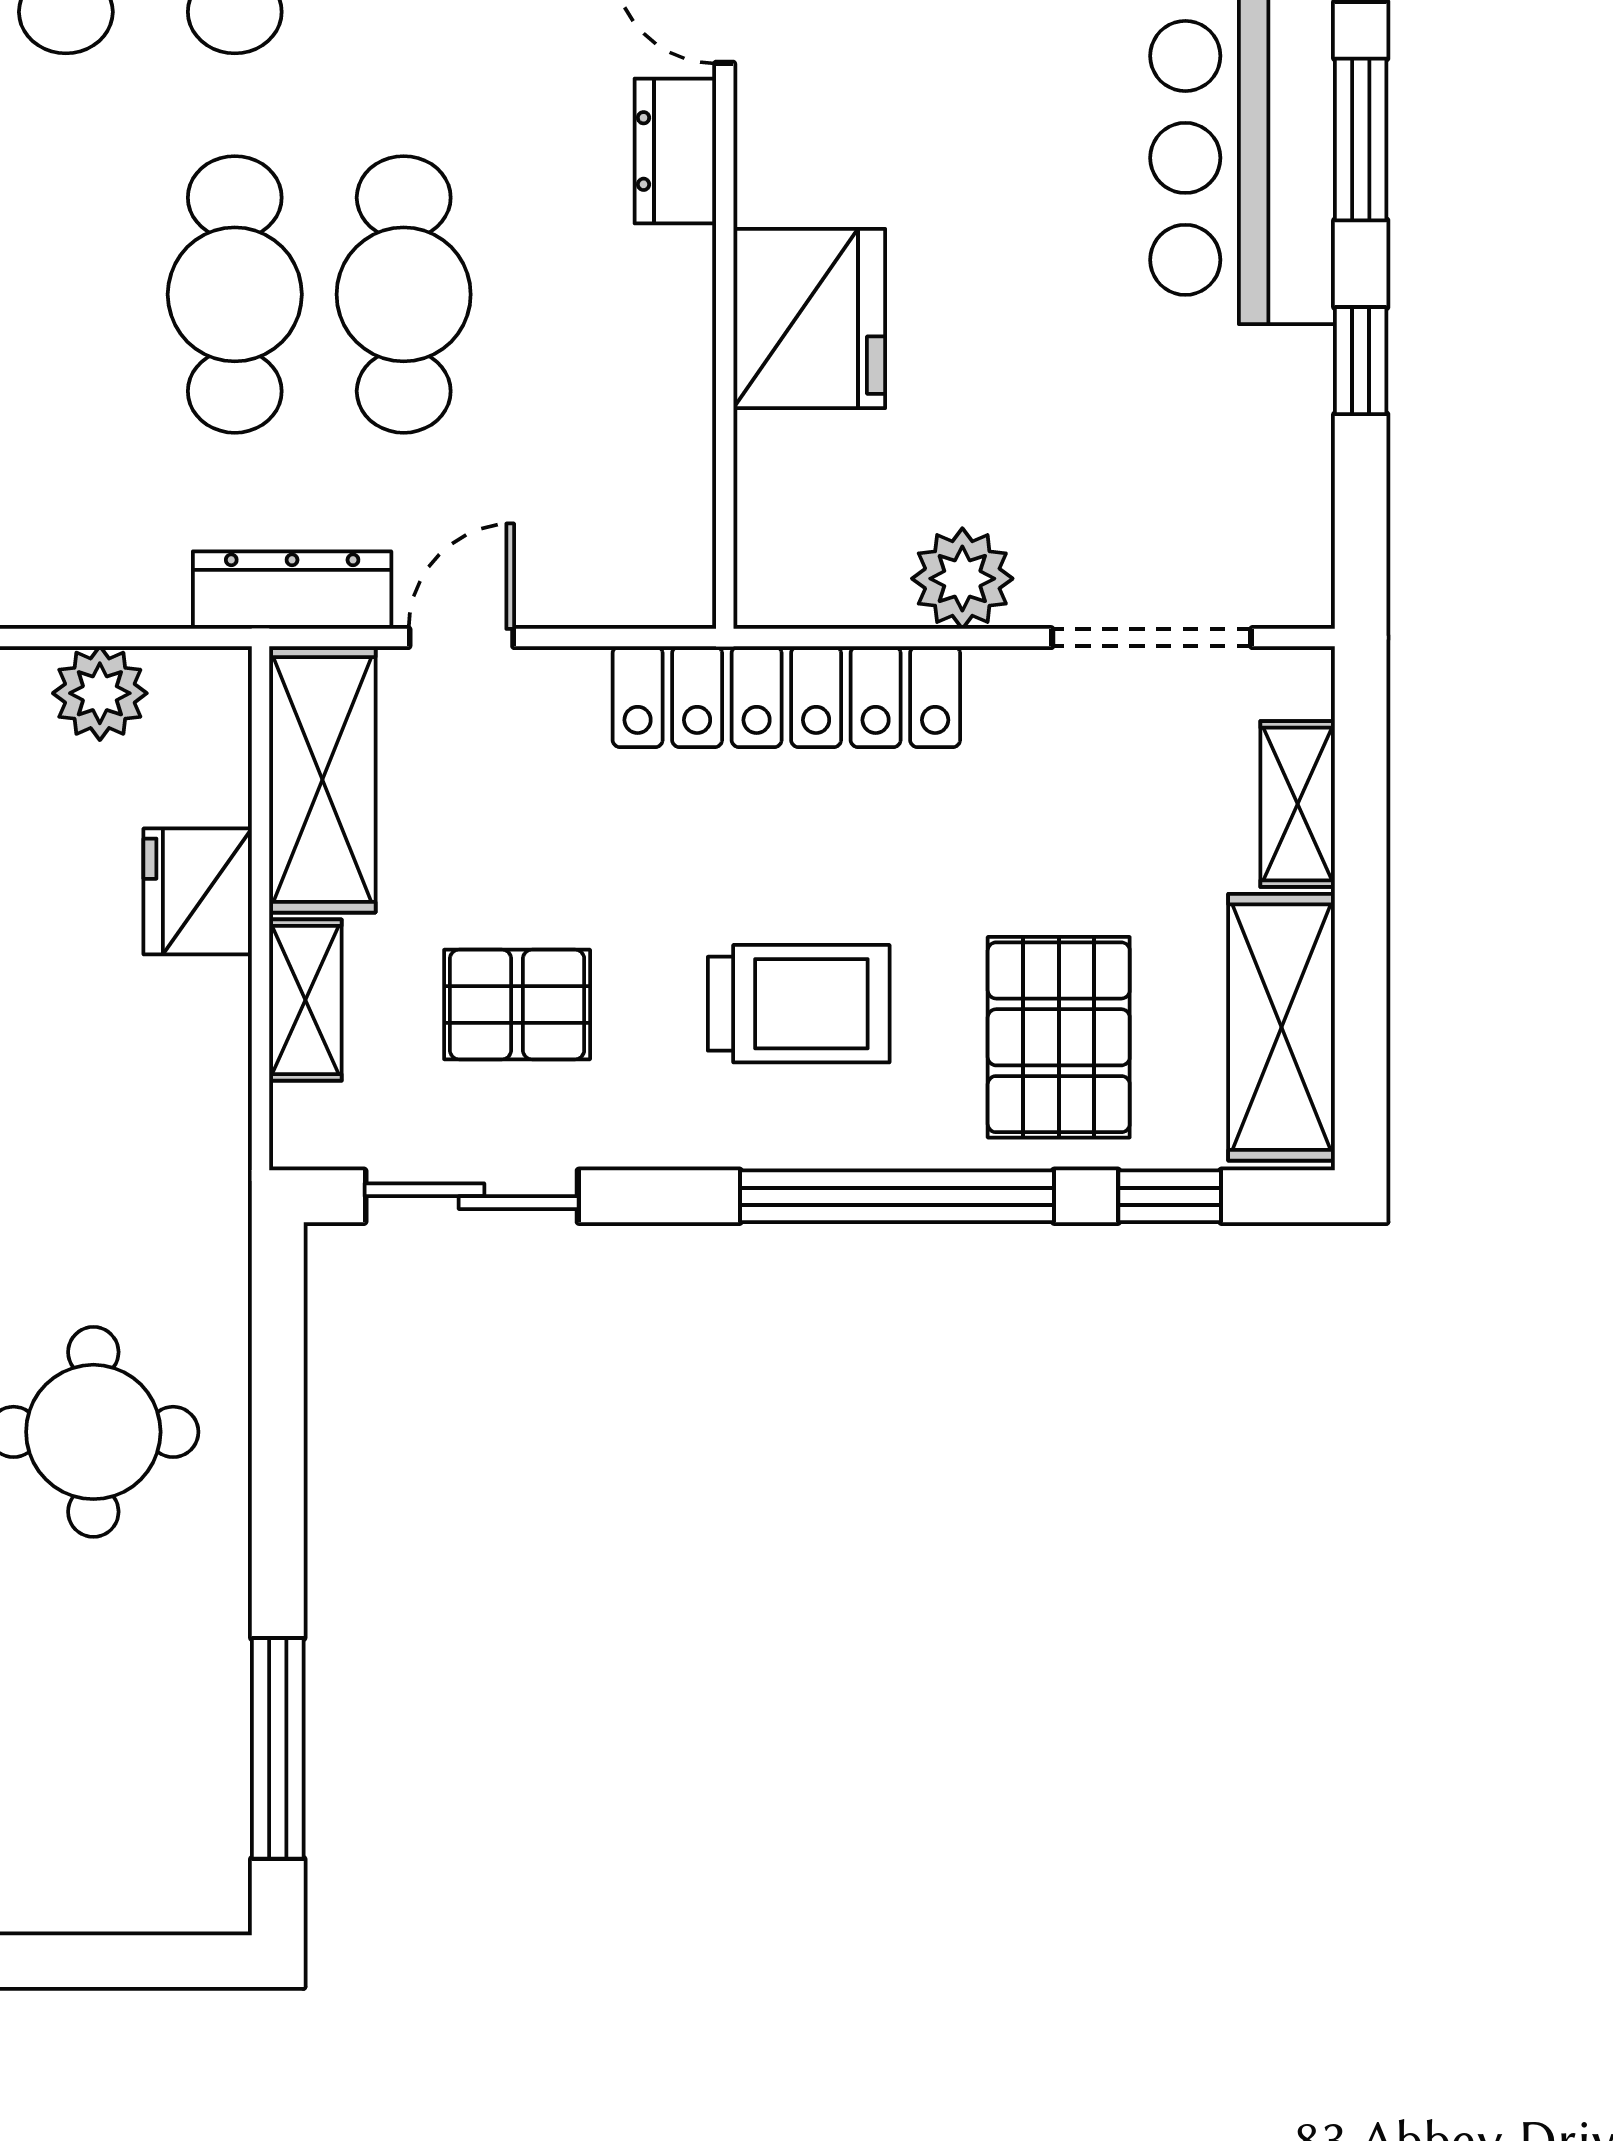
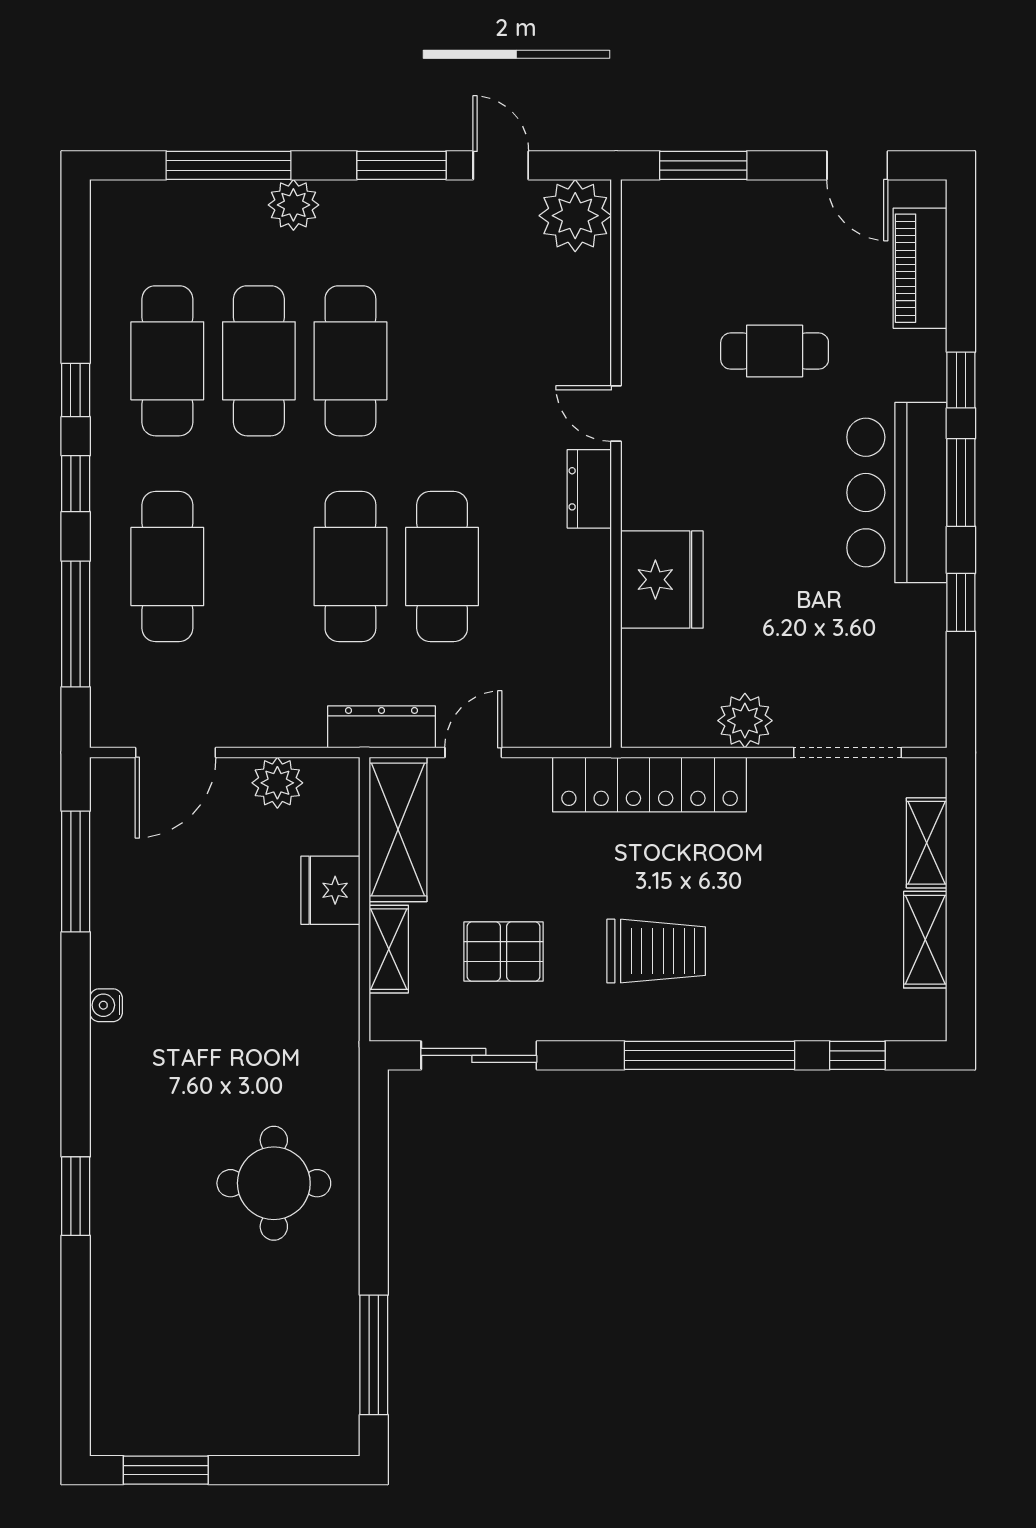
shelving: (1282, 1027) -> (925, 940), width x0.67, depth x0.75
pallet: (1059, 1037) -> (797, 969), removed

